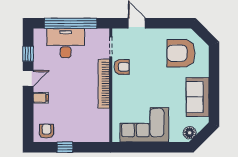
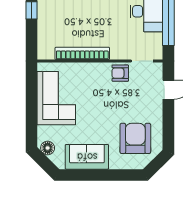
armchair: (122, 67) -> (120, 73), turned 90
bookcase: (104, 84) -> (82, 53), moved

